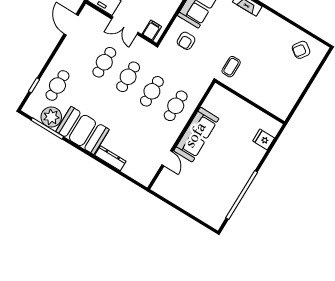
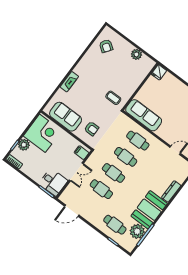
plant: (294, 93) -> (136, 54), added
sofa: (196, 135) -> (144, 115), moved
fridge: (264, 140) -> (159, 72), moved

